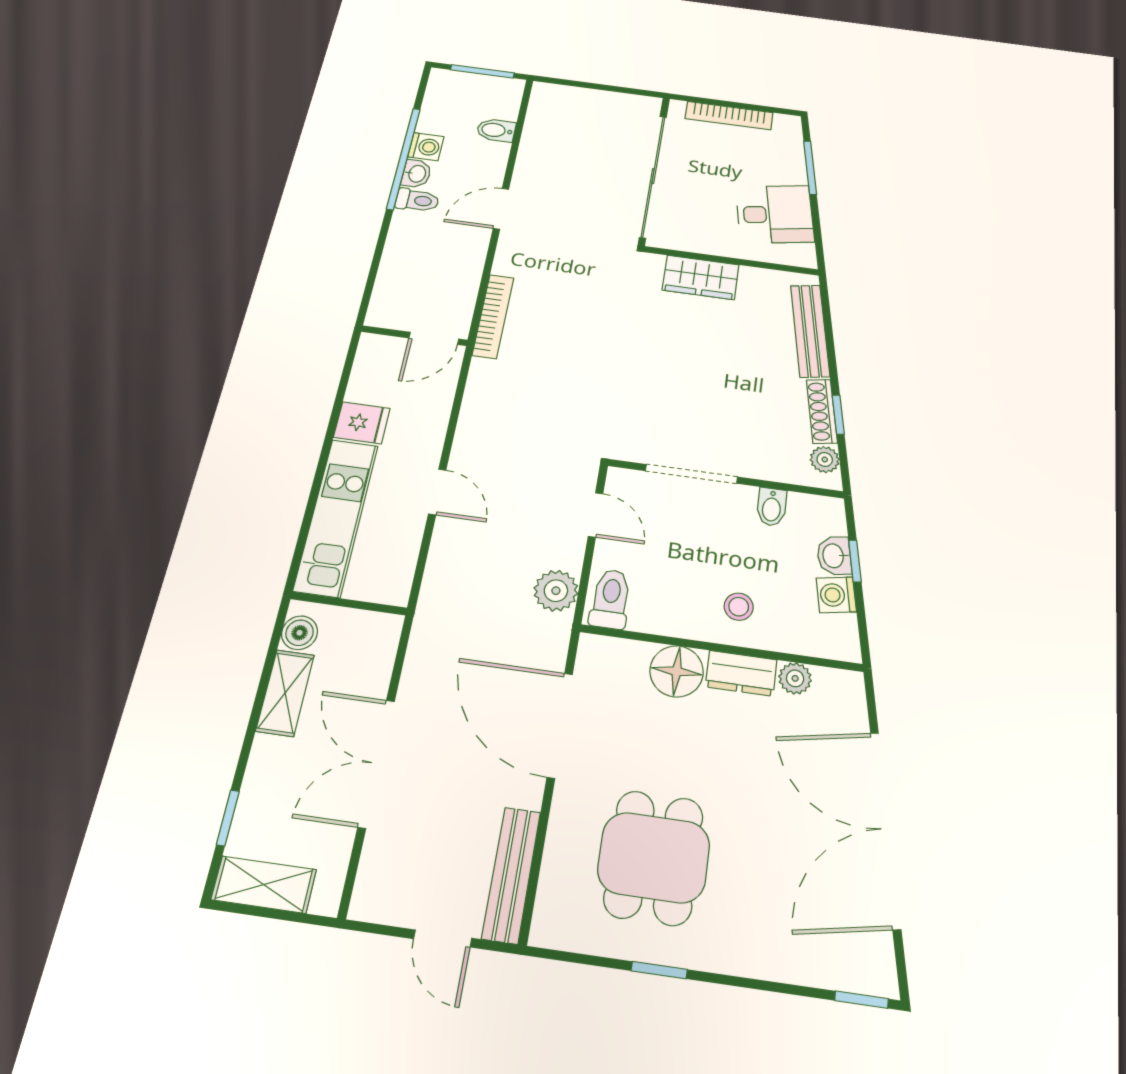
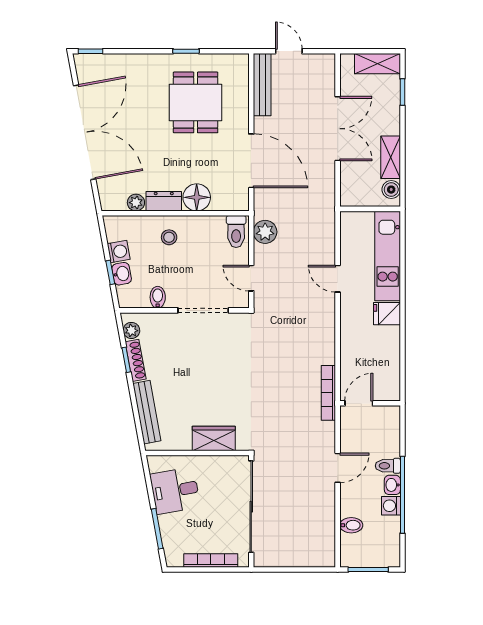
wall: (414, 336) -> (370, 403), moved
door: (434, 338) -> (359, 403), moved

